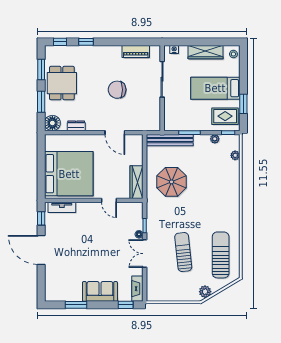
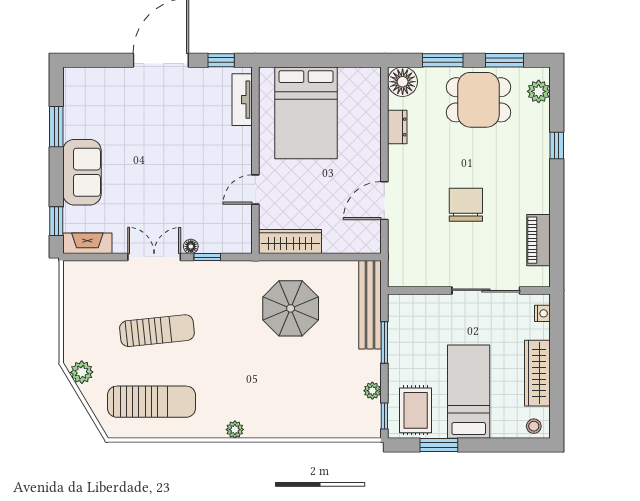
window: (60, 42) -> (557, 96), removed
plant: (58, 51) -> (539, 91), added
plant: (235, 155) -> (235, 430), moved
bed: (69, 174) -> (306, 113), width x0.73

